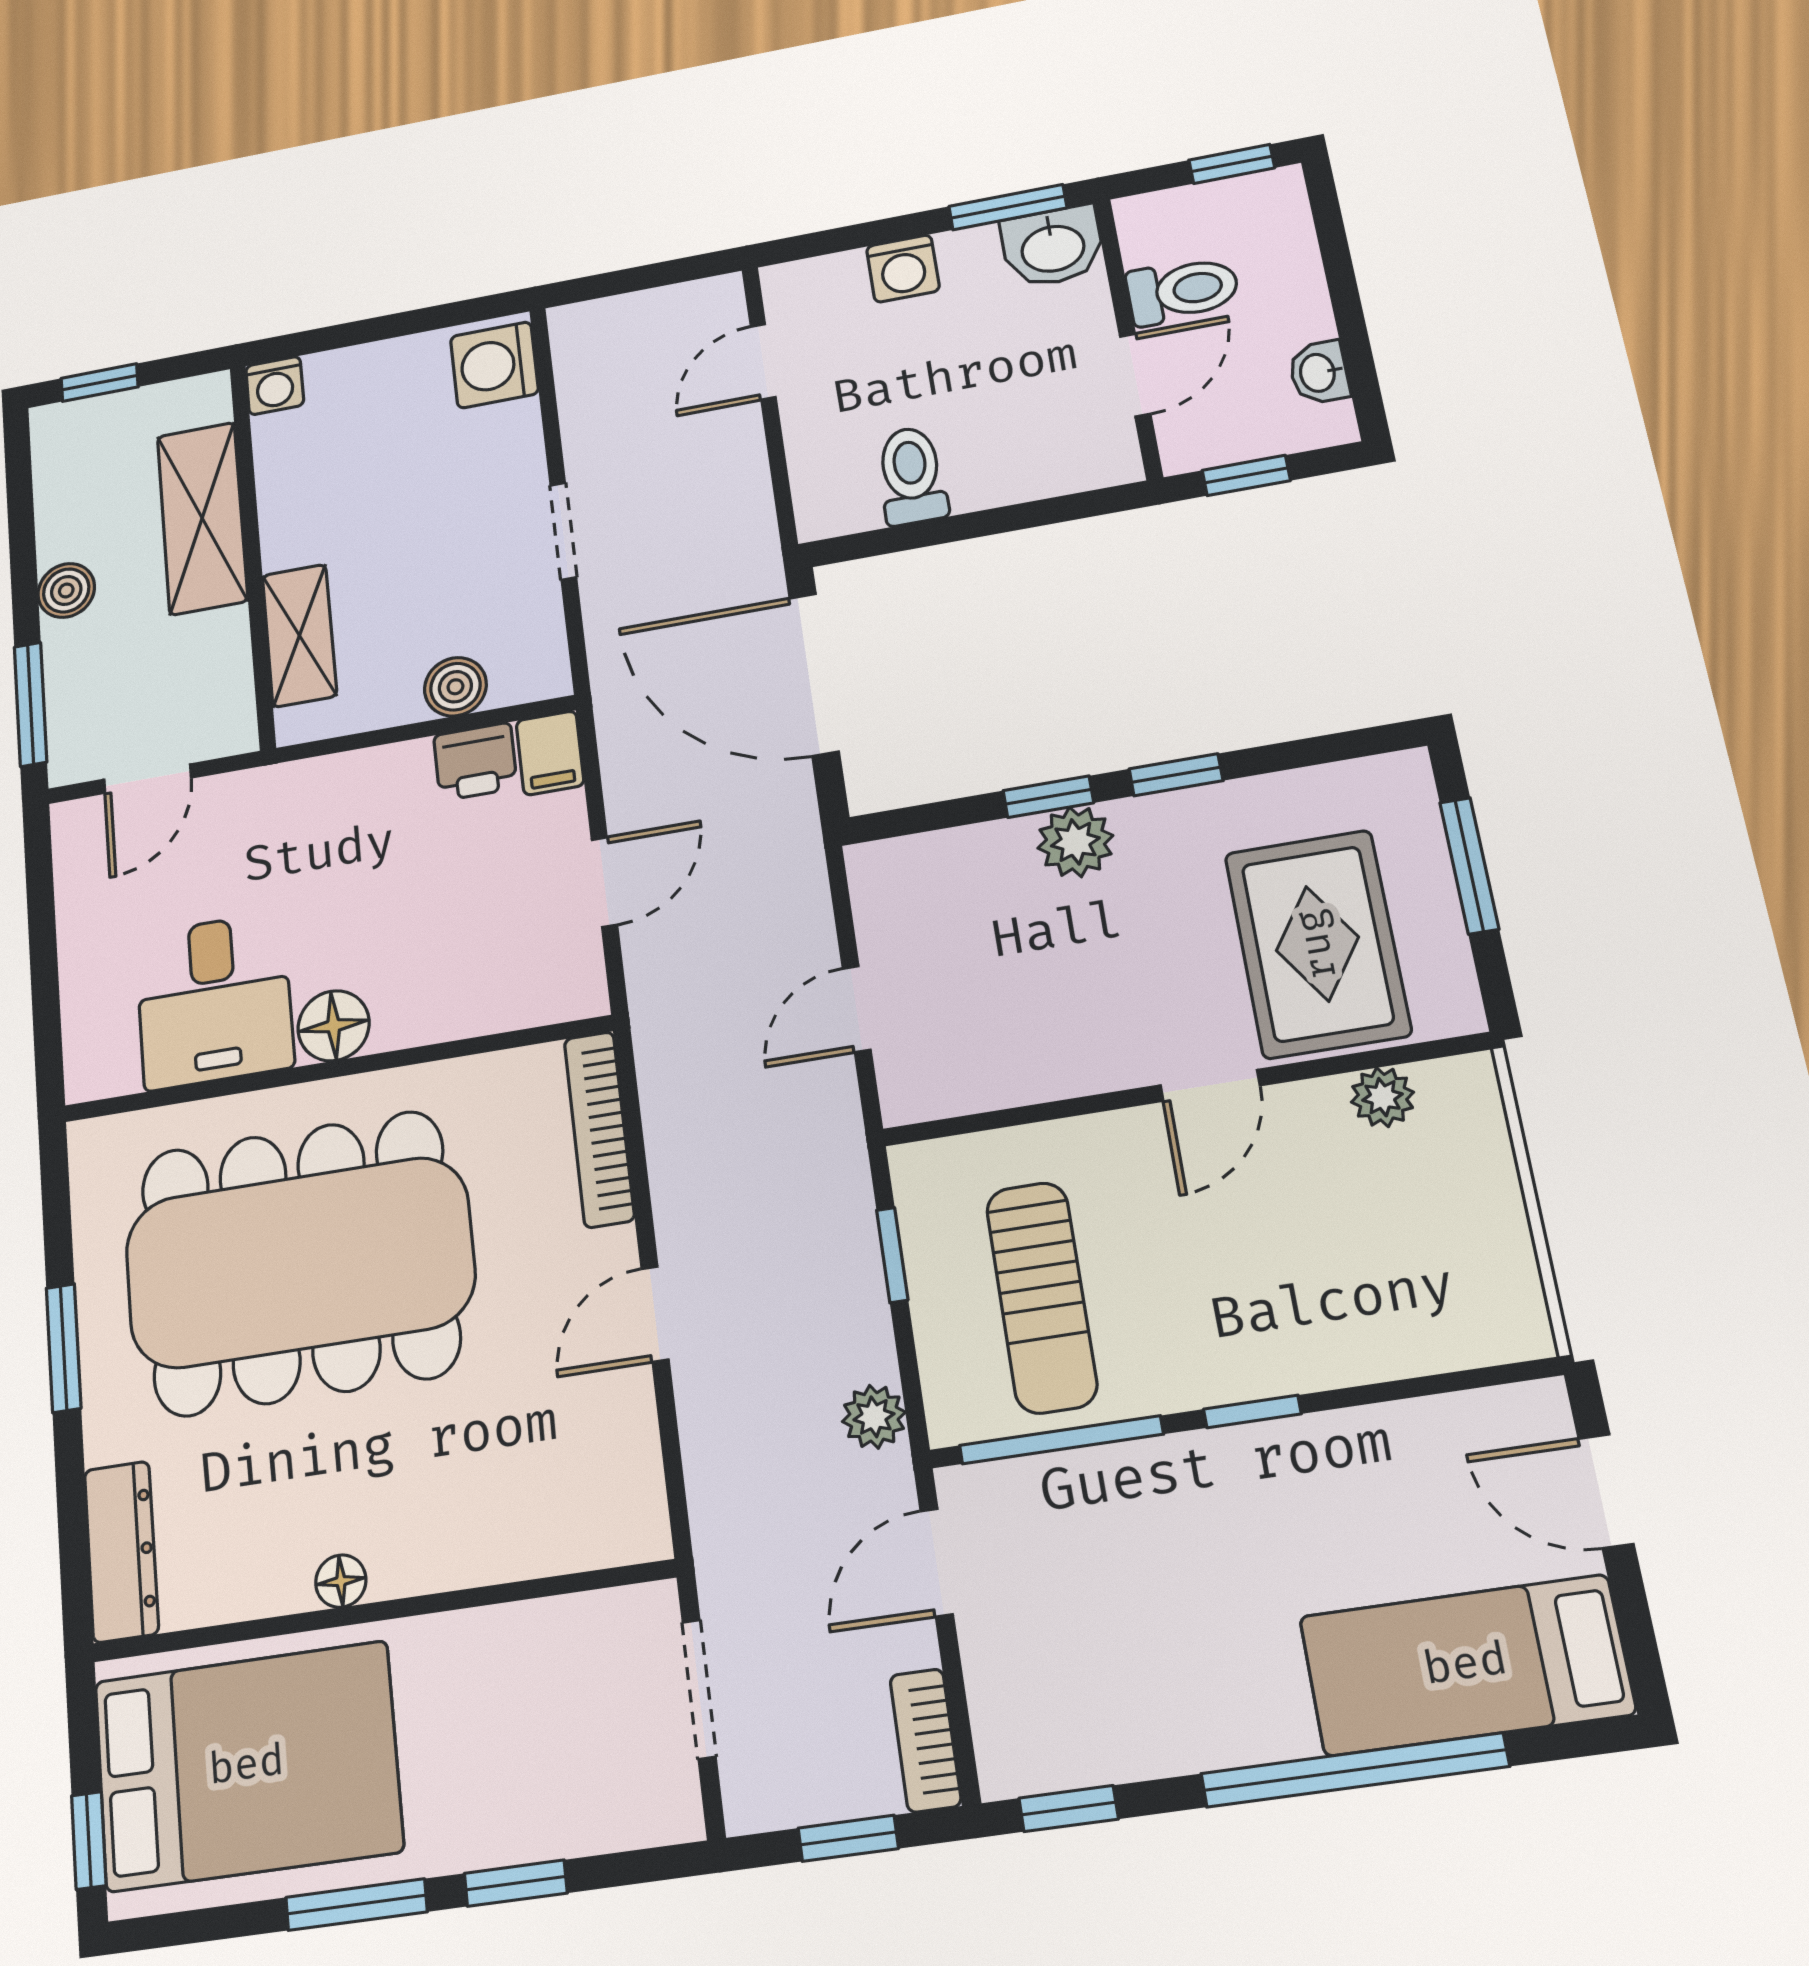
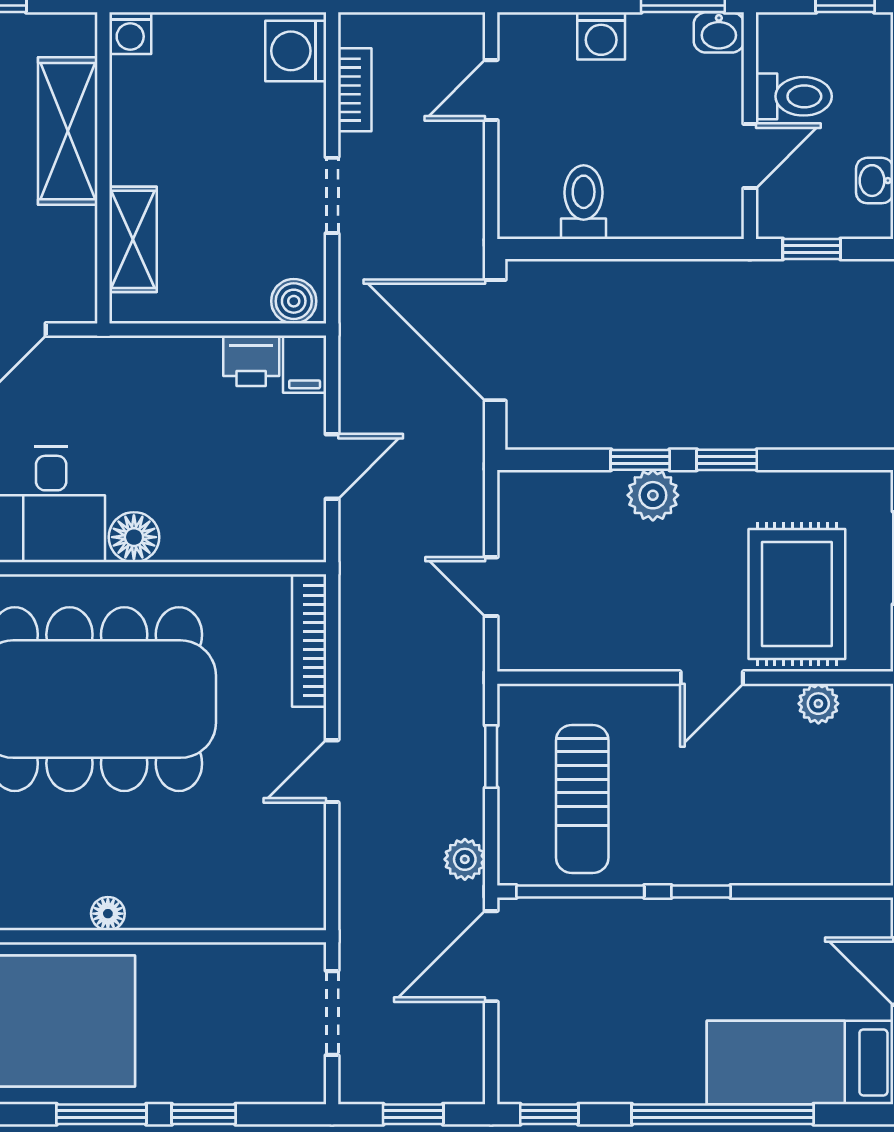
washbasin: (1053, 247) -> (719, 32), width x0.72, depth x0.69
boiler: (455, 687) -> (294, 301), moved
door: (857, 1009) -> (491, 587), hinge flipped
door: (937, 1562) -> (491, 956), width x1.38
bookcase: (925, 1740) -> (355, 90), moved, turned 180

